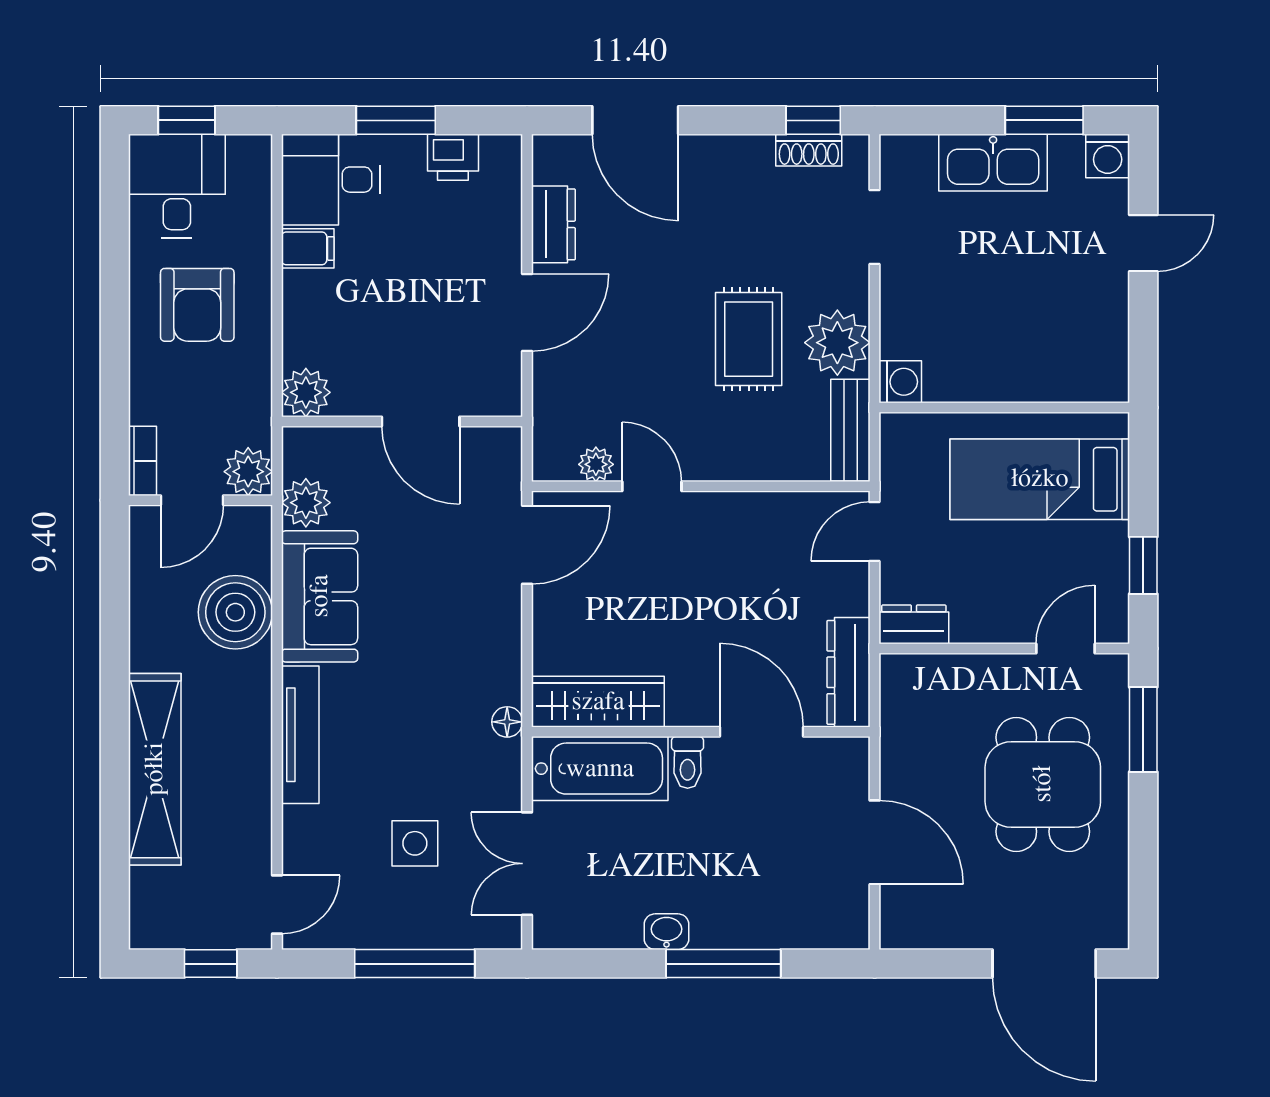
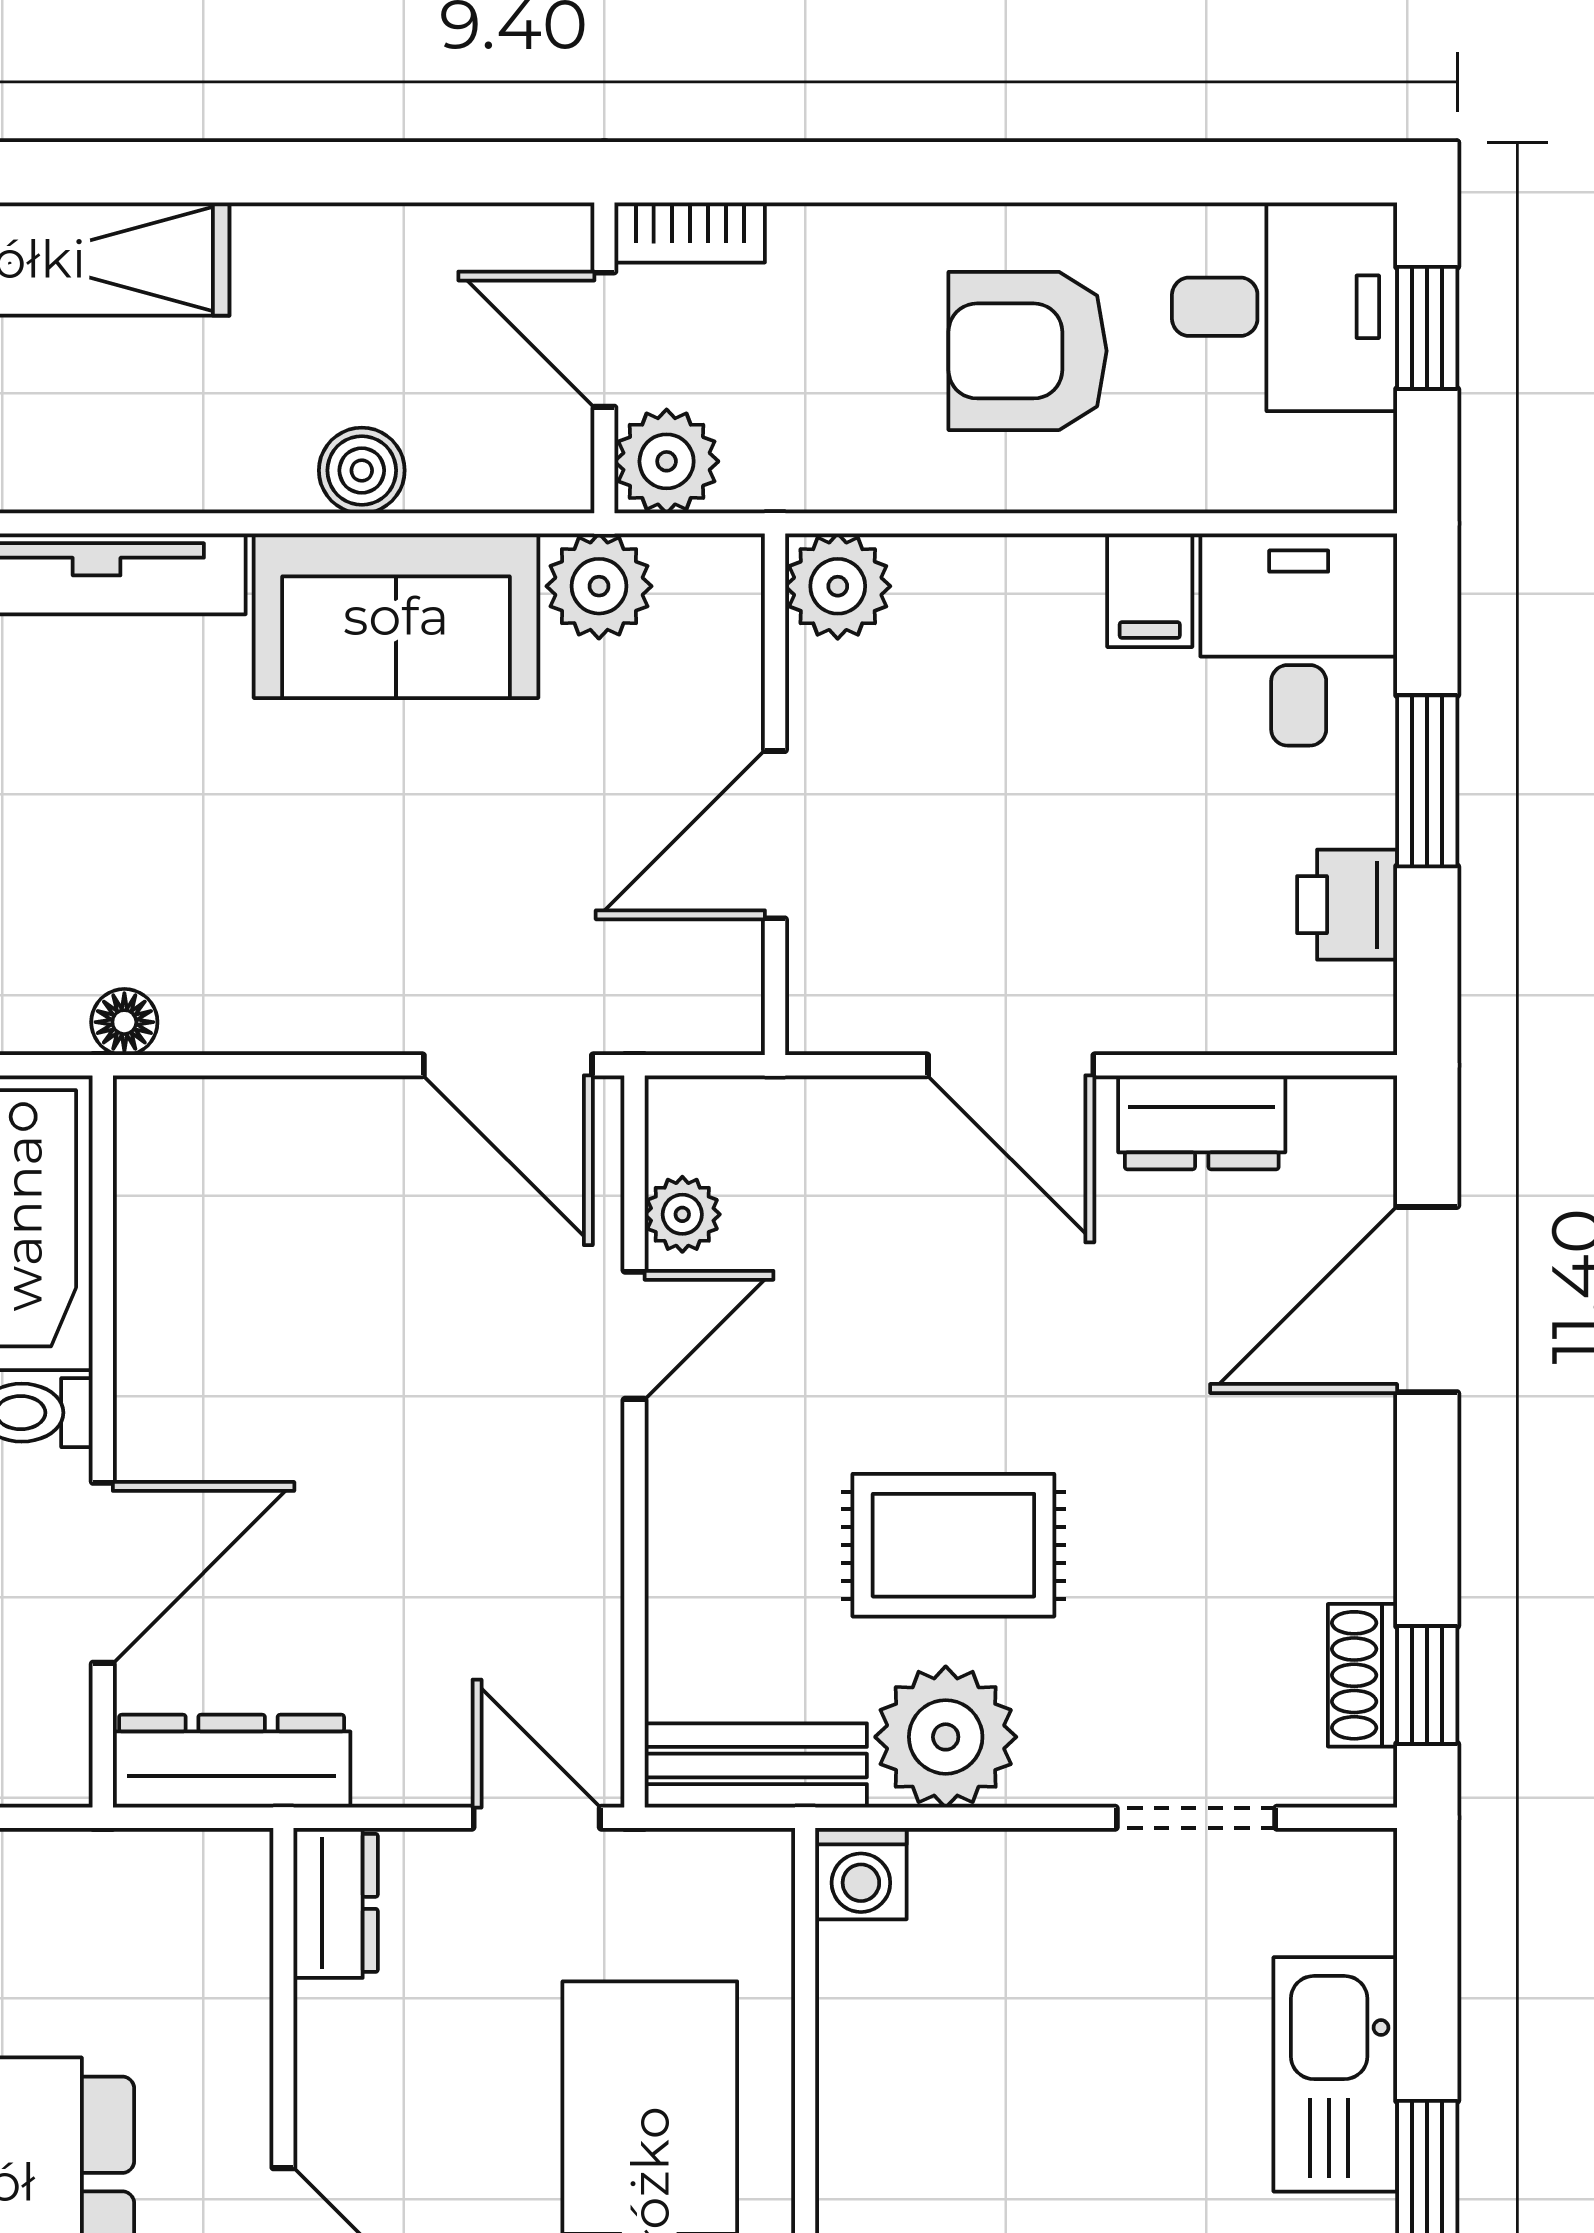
boiler: (235, 612) -> (362, 470), width x0.54, depth x0.54
wardrobe: (598, 702) -> (168, 1219), removed

